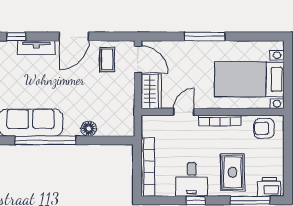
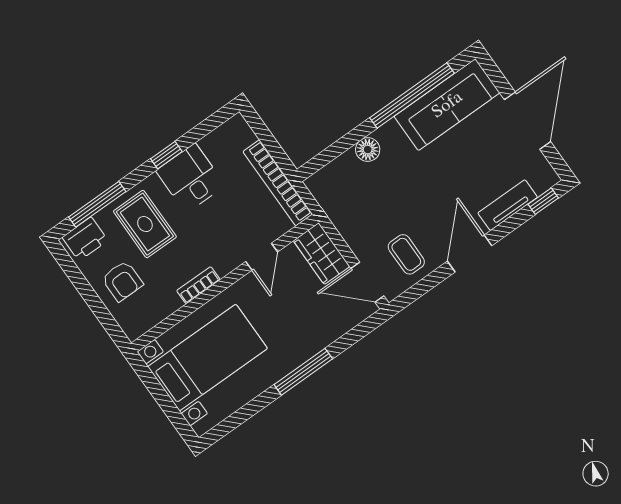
bookcase: (220, 121) -> (198, 285), width x0.64
armchair: (264, 128) -> (122, 281), moved, turned 90
bookcase: (148, 167) -> (278, 183), moved

